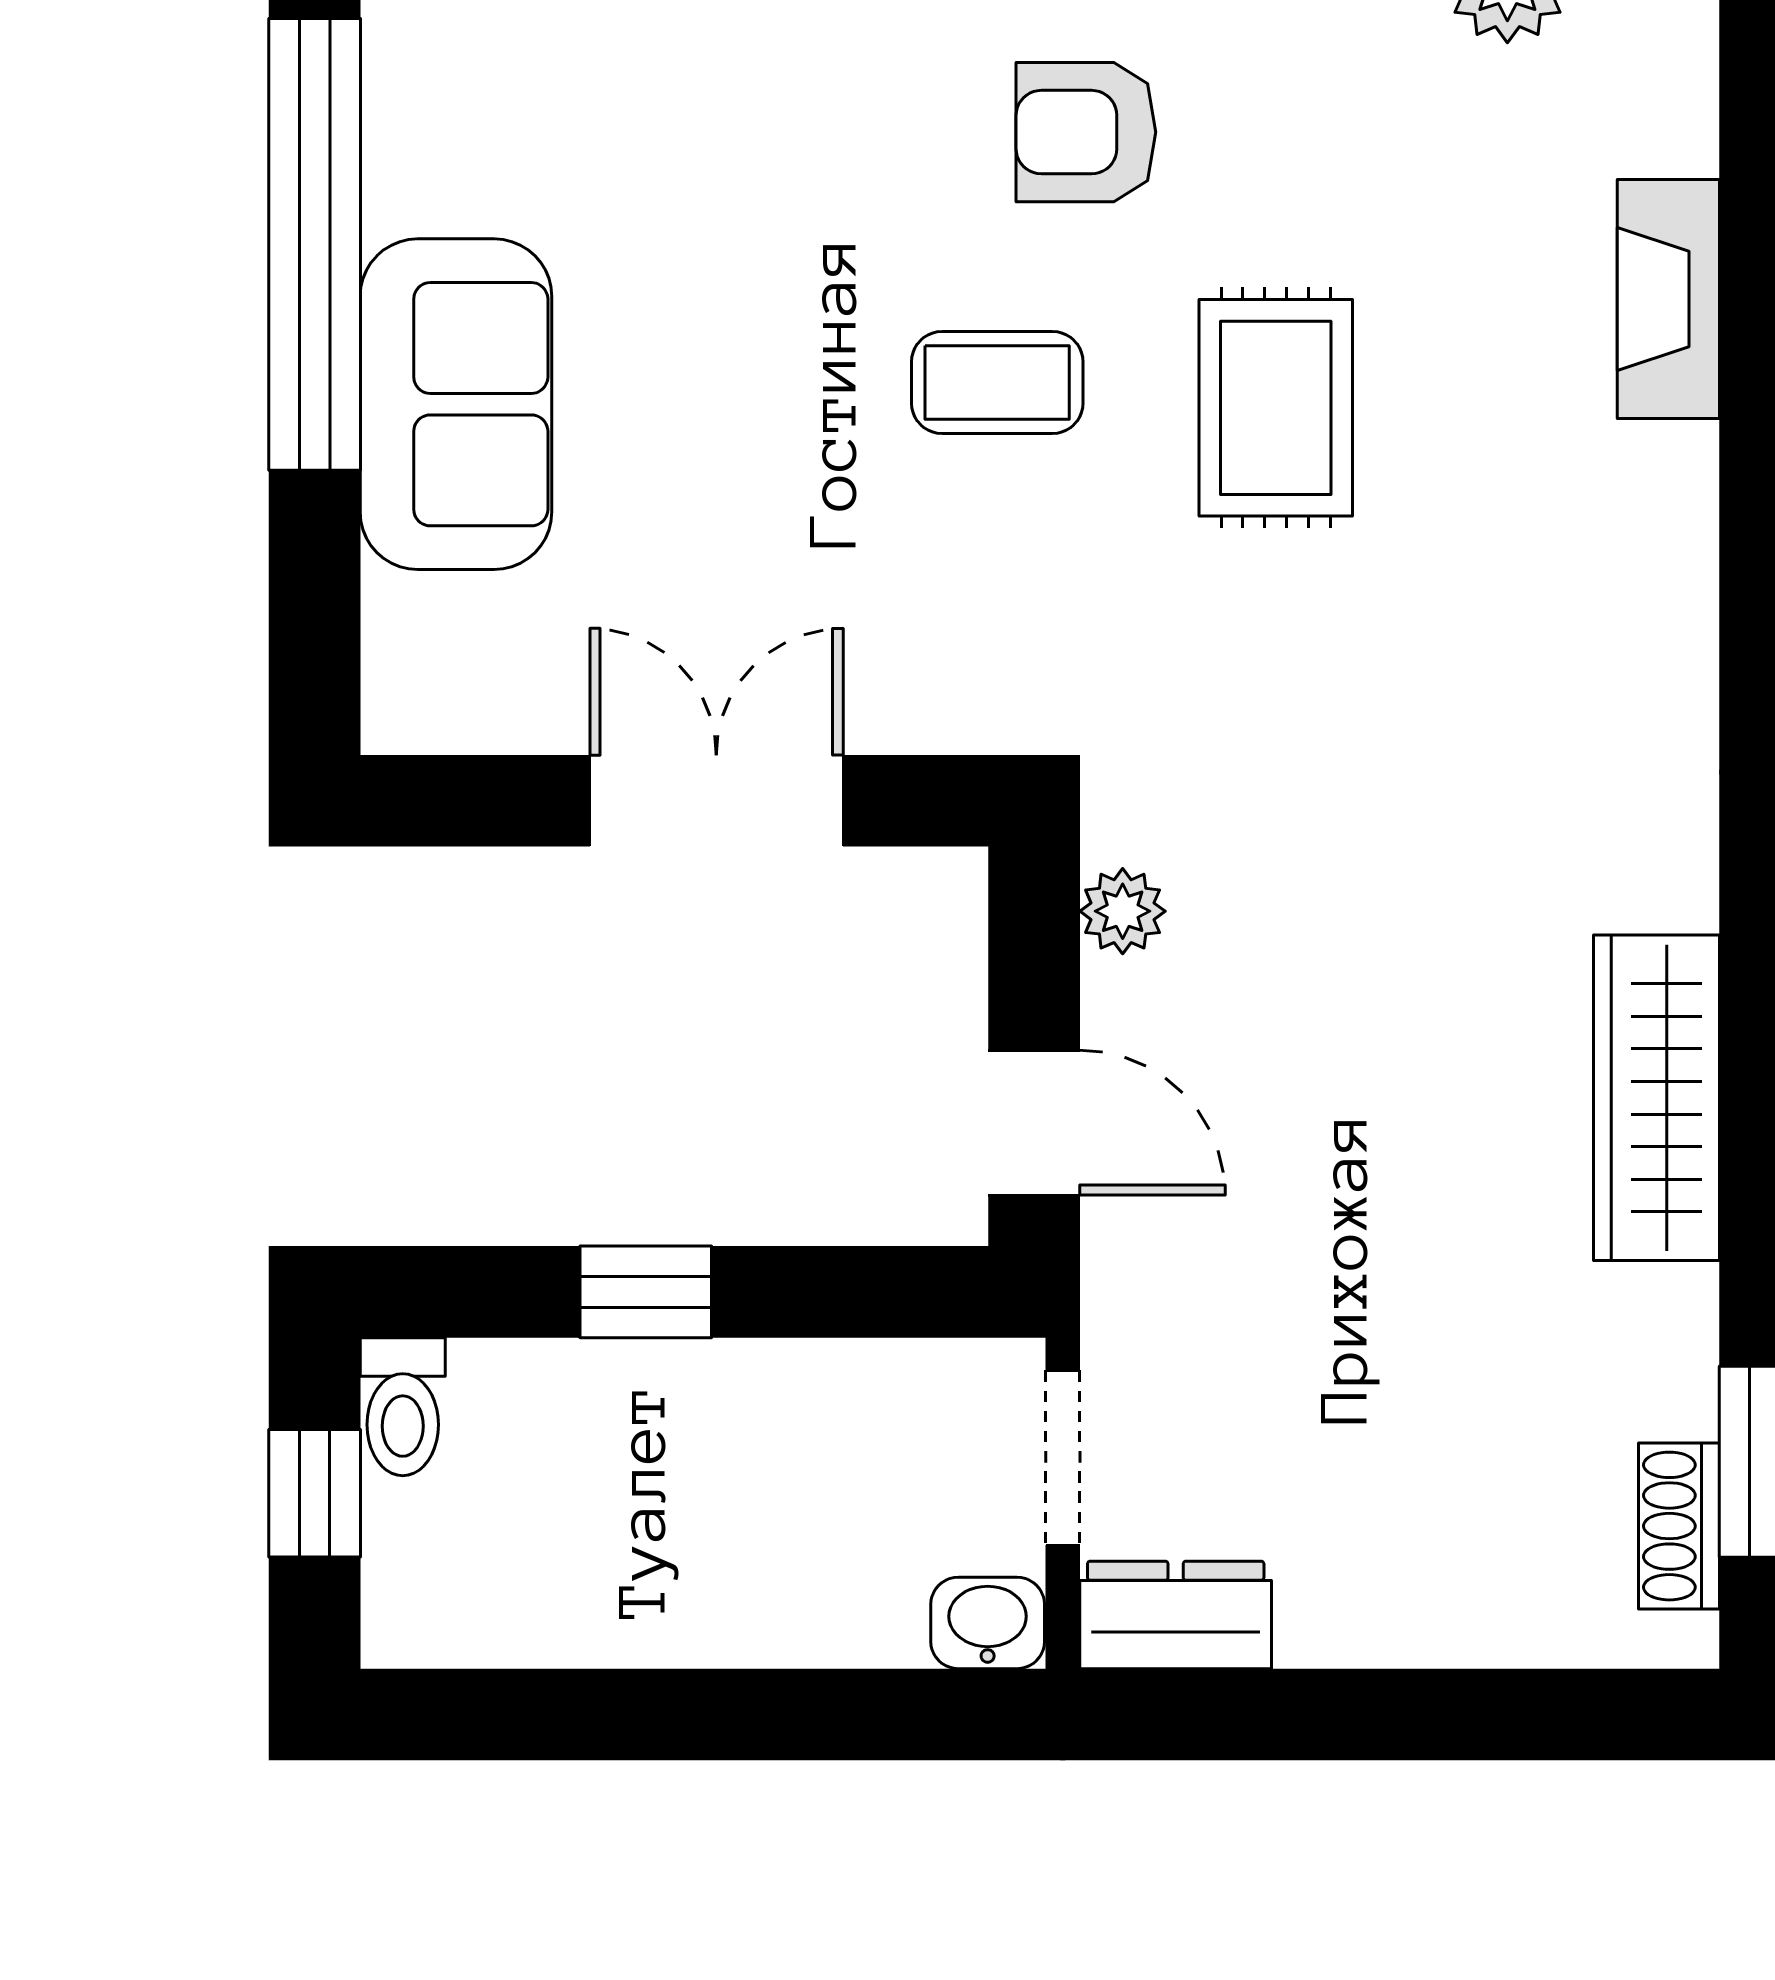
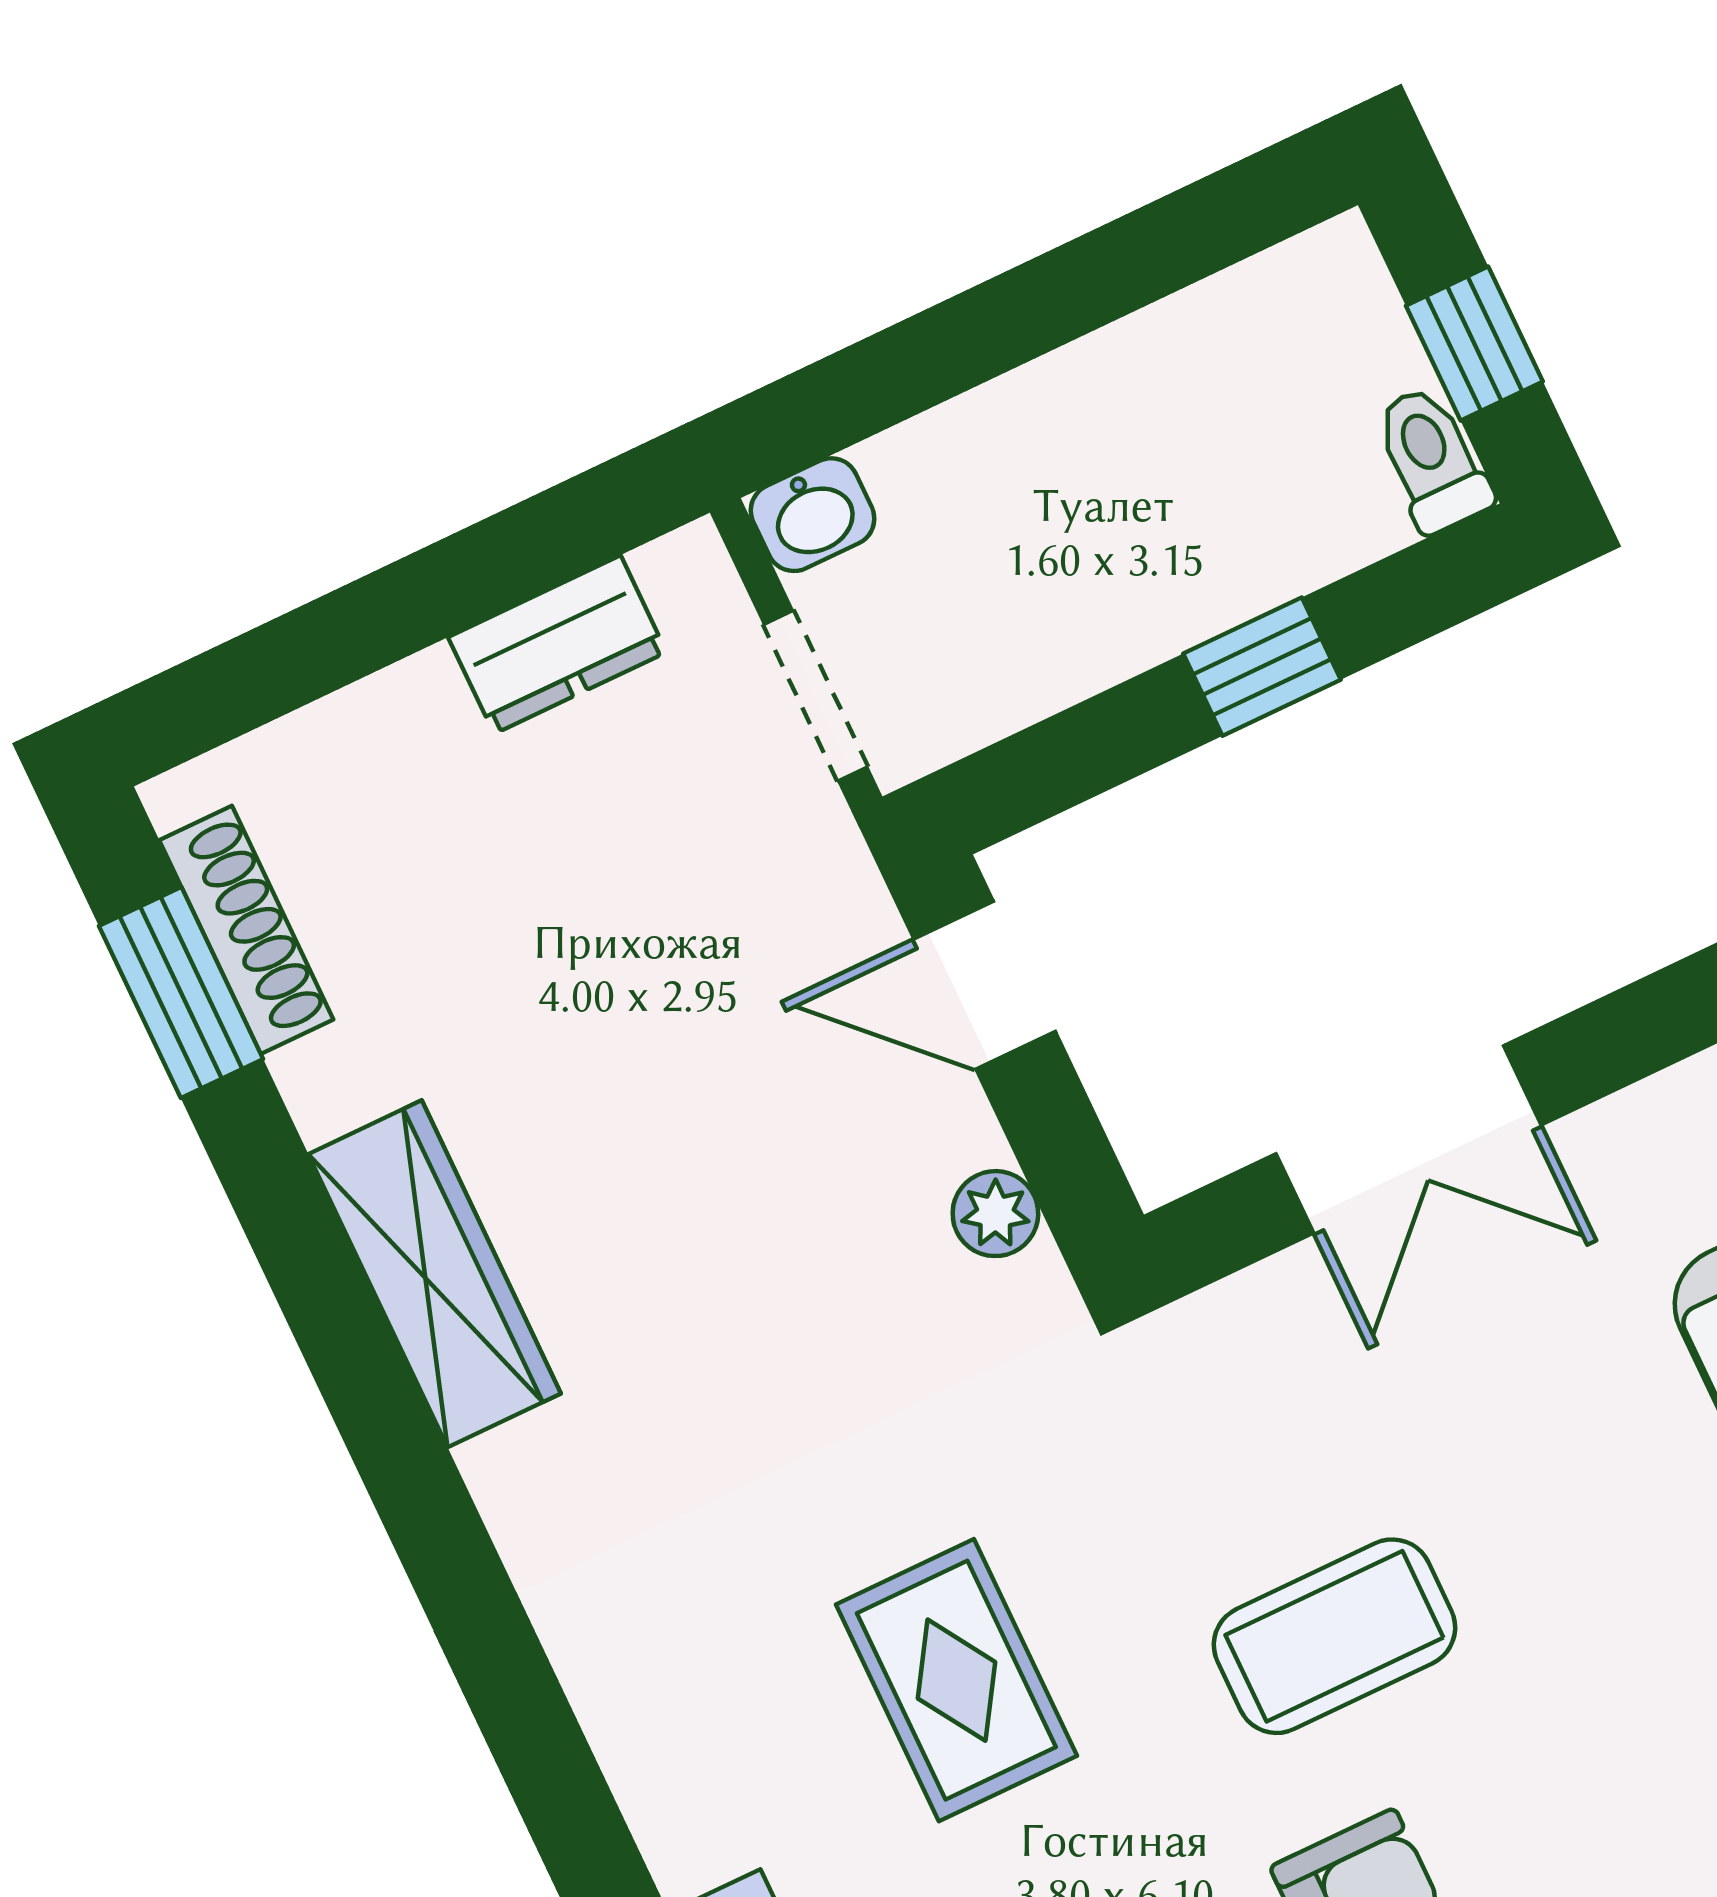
coffee table: (997, 383) -> (1334, 1636), width x1.36, depth x1.30
rug: (1276, 408) -> (956, 1680), moved
shoe rack: (1679, 1526) -> (246, 930), width x1.43
dresser: (1176, 1615) -> (557, 645), moved

